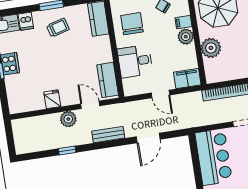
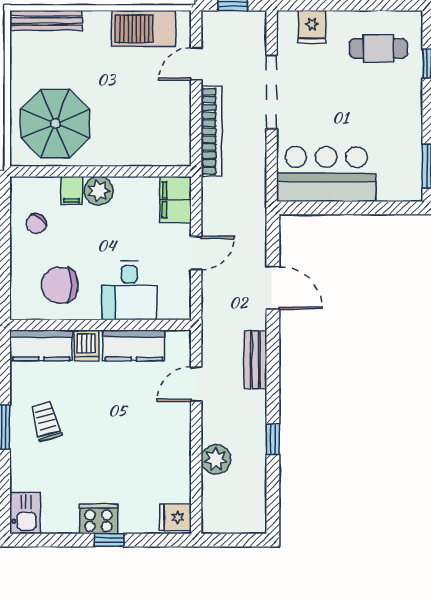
dishwasher: (26, 21) -> (86, 345), moved, turned 90
plant: (211, 48) -> (126, 148), removed
kitchen counter: (108, 80) -> (134, 345), moved
fridge: (52, 99) -> (175, 517), moved
plant: (68, 119) -> (216, 459), moved

